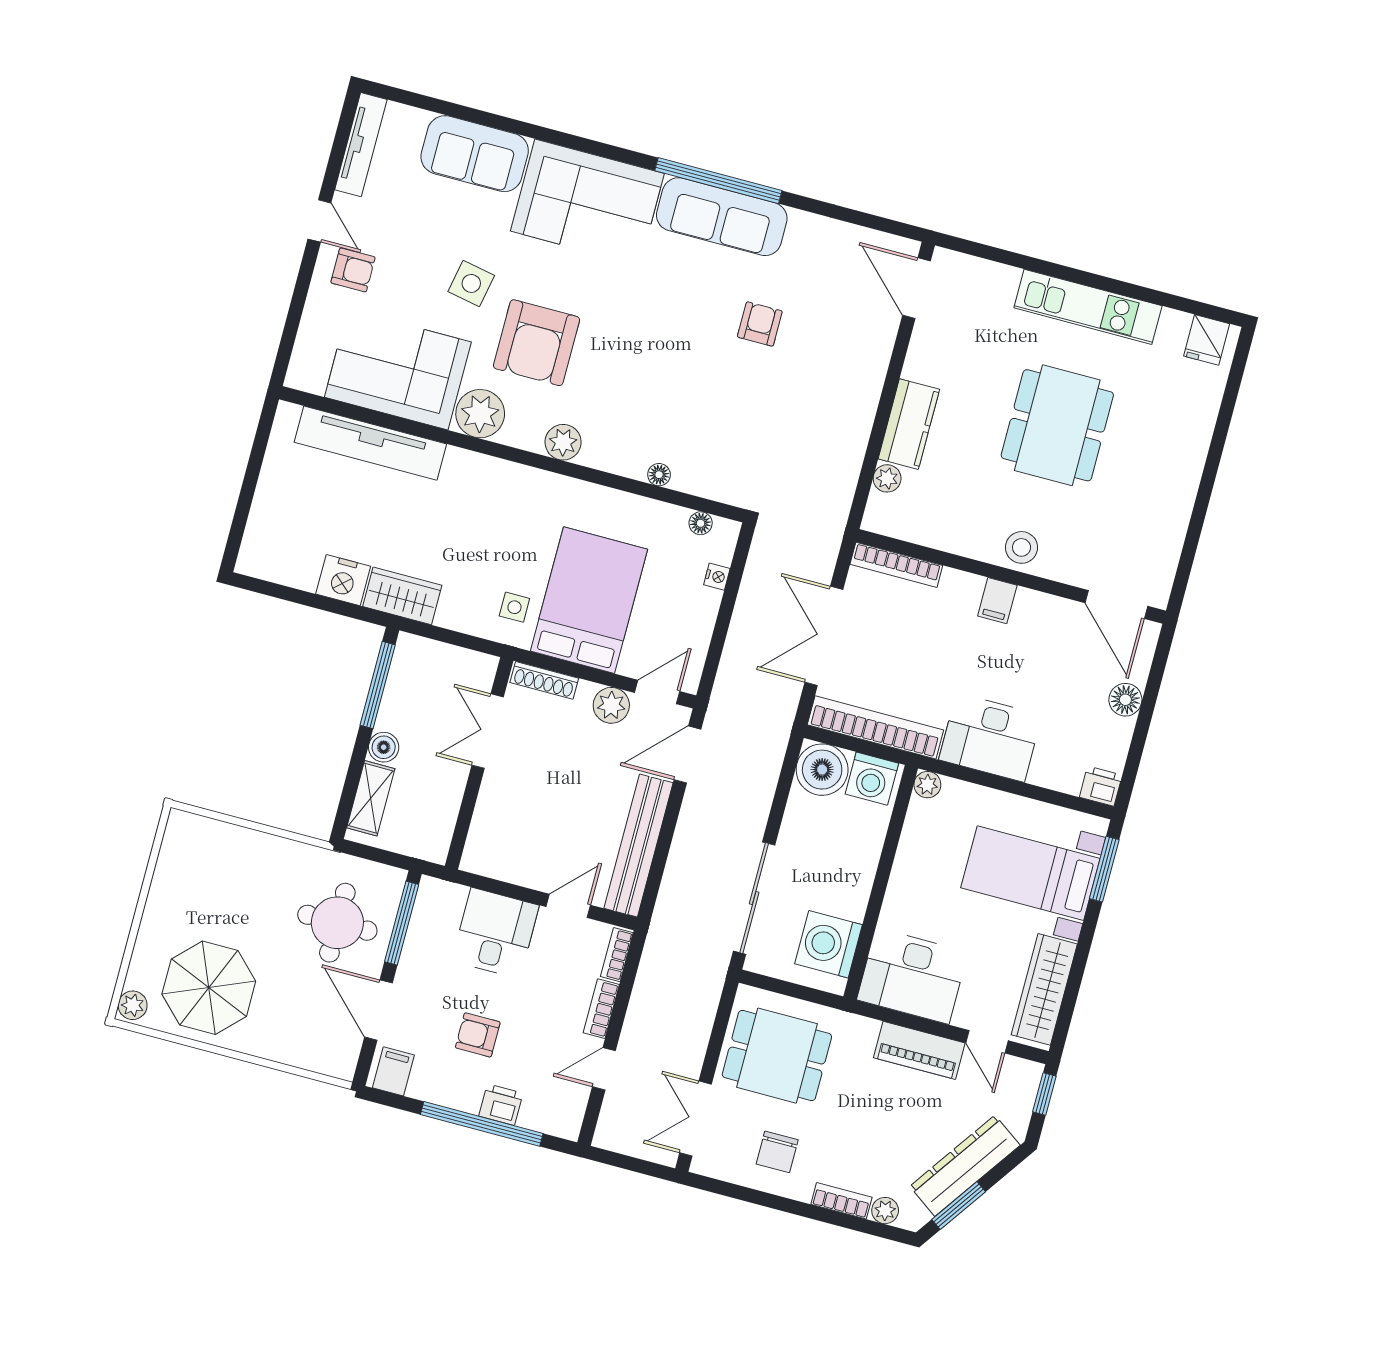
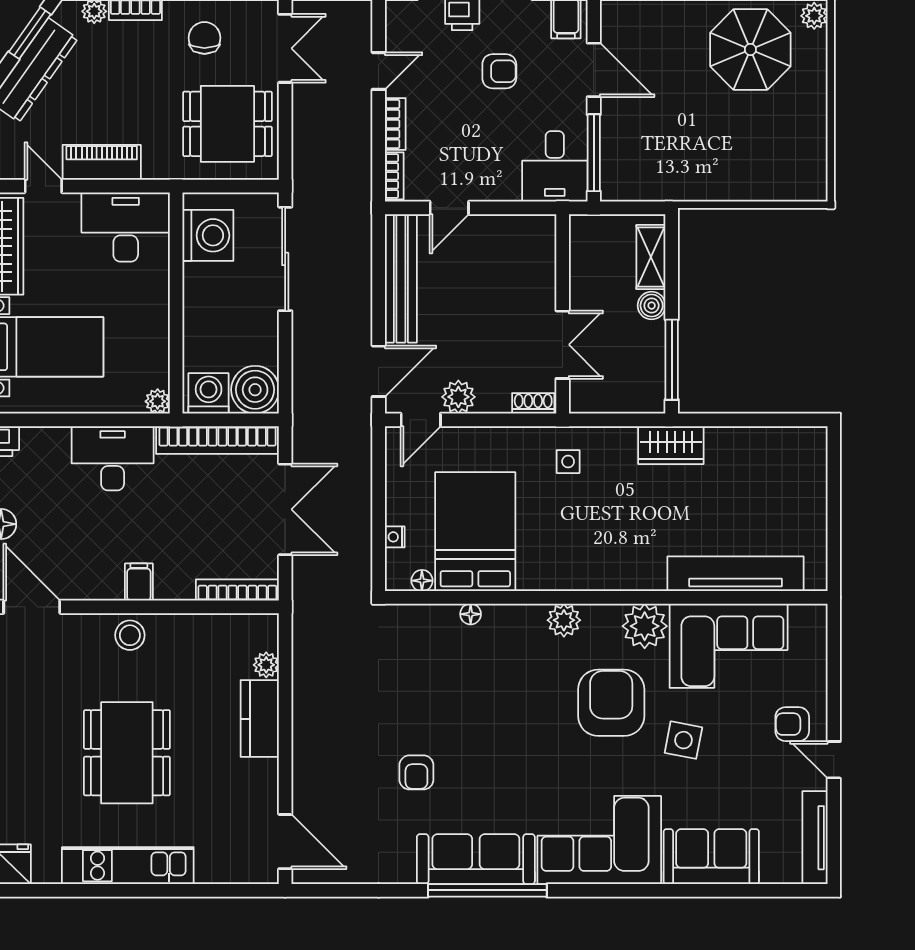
nightstand: (343, 580) -> (727, 445), removed
bed: (589, 600) -> (475, 532), moved, turned 180
shoe rack: (544, 680) -> (533, 403), width x0.70
round table: (337, 923) -> (651, 138), removed
desk: (495, 933) -> (555, 166), moved

